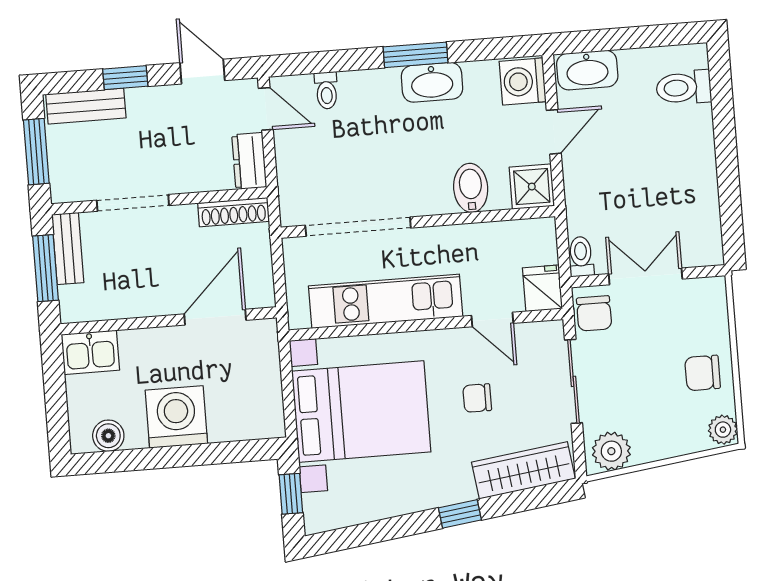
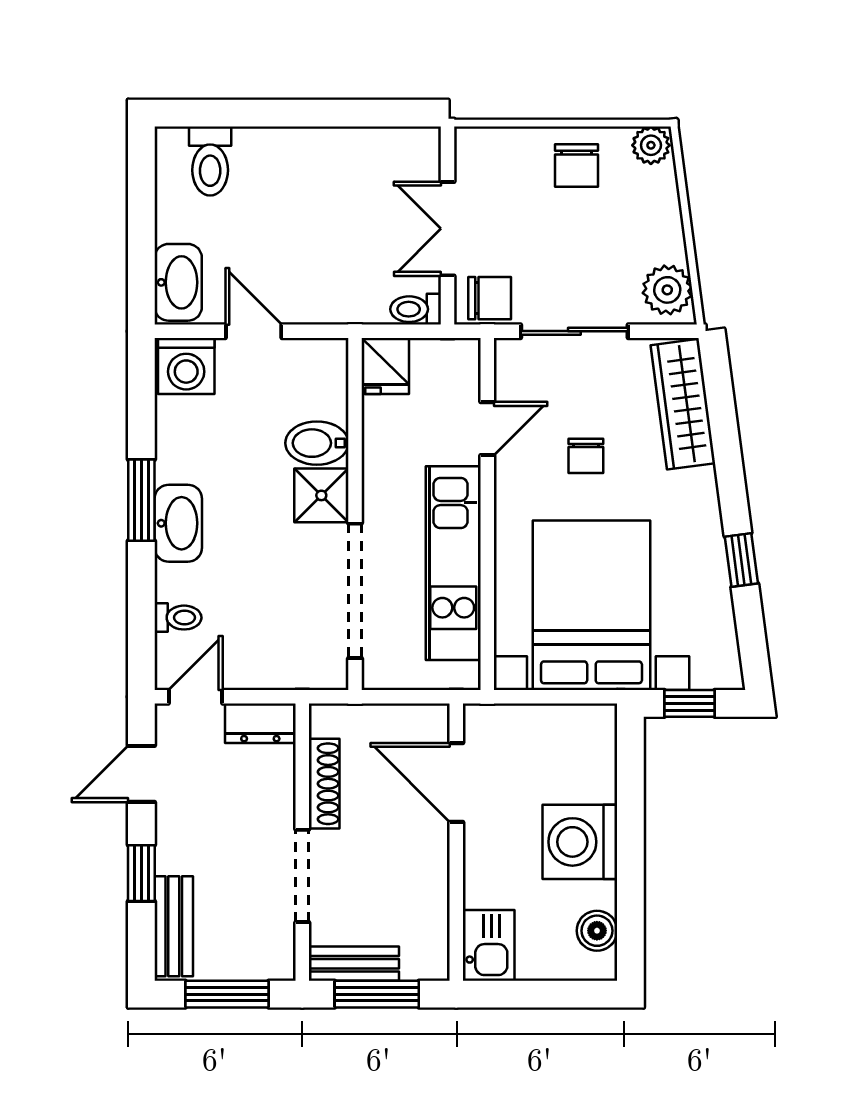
washbasin: (432, 82) -> (178, 523), moved
shower: (532, 187) -> (321, 495), moved
shoe rack: (234, 212) -> (324, 784), moved
fridge: (542, 288) -> (385, 366), moved, turned -90
window: (460, 514) -> (741, 560), moved

